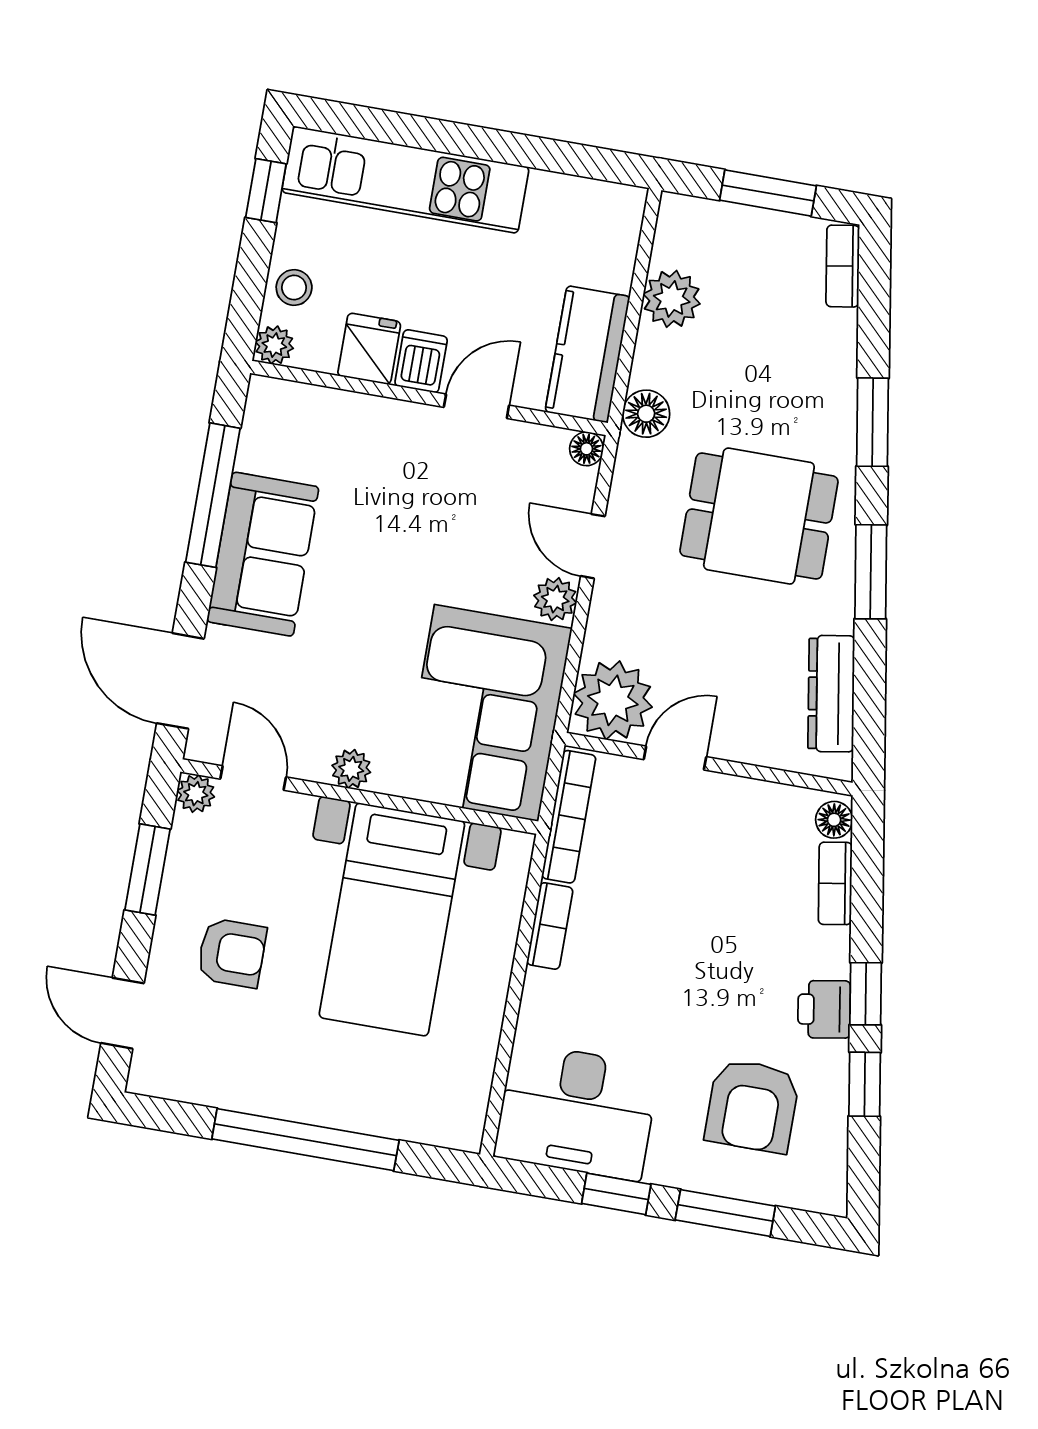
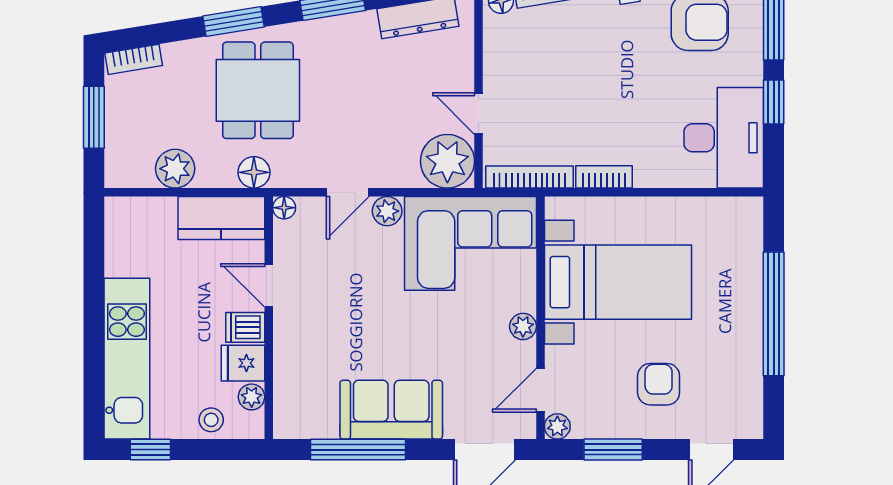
plant: (274, 345) -> (252, 397), moved
dining table: (759, 516) -> (258, 90), moved

